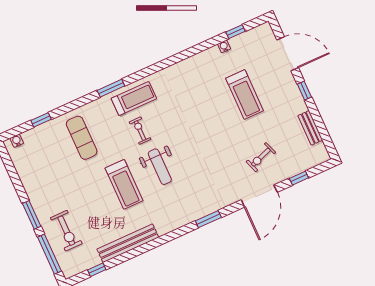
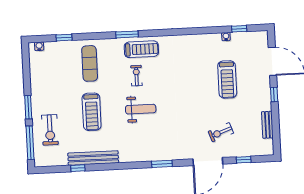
weight bench: (160, 167) -> (141, 109), turned -90
treadmill: (124, 184) -> (92, 112), moved
window: (97, 270) -> (78, 168), moved

